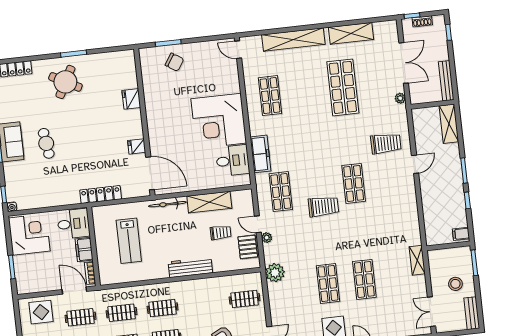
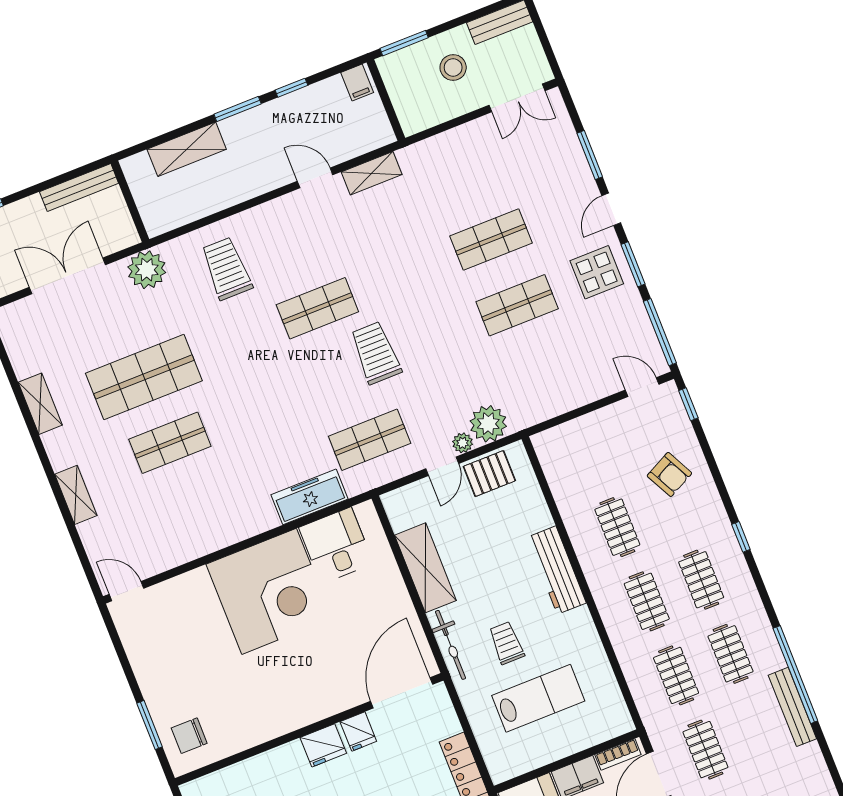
shelving: (351, 33) -> (40, 404), width x0.67, depth x0.75
shelving: (293, 40) -> (76, 495), width x0.45, depth x0.75
door: (238, 50) -> (126, 591), swing flipped
chair: (174, 62) -> (189, 736), moved, turned -123
shop shelf: (270, 96) -> (170, 443), moved
plant: (400, 98) -> (147, 270), width x1.88, depth x1.88
fridge: (131, 99) -> (323, 745), moved
shelving: (449, 124) -> (187, 149), moved
door: (415, 164) -> (315, 178), moved
trolley: (221, 233) -> (507, 643), moved
shelving: (417, 260) -> (372, 173), moved
plant: (275, 273) -> (488, 424), moved
clothes rail: (245, 299) -> (617, 527), moved

